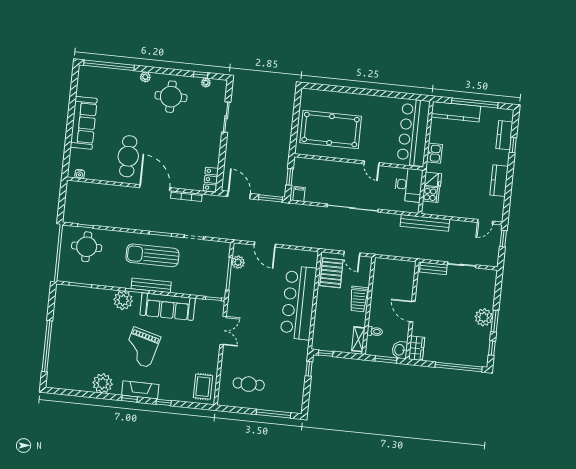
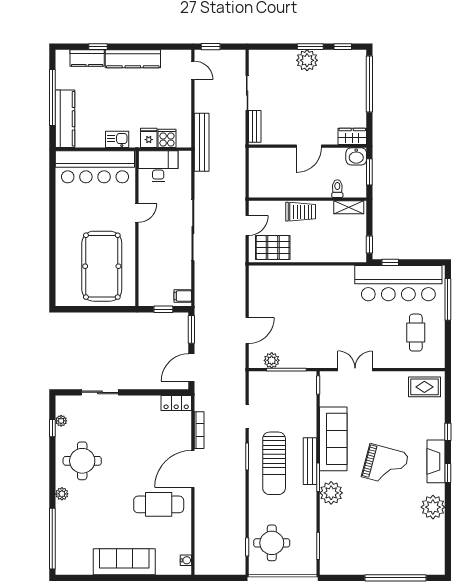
kitchen counter: (499, 181) -> (133, 59), width x1.50
bar counter: (298, 303) -> (398, 283), moved

